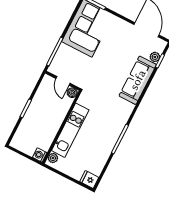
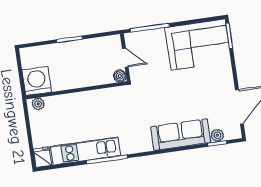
door: (63, 81) -> (125, 58), swing flipped
kitchen unit: (70, 130) -> (85, 151), moved, turned 180
washing machine: (40, 155) -> (37, 81), width x1.89, depth x1.89

